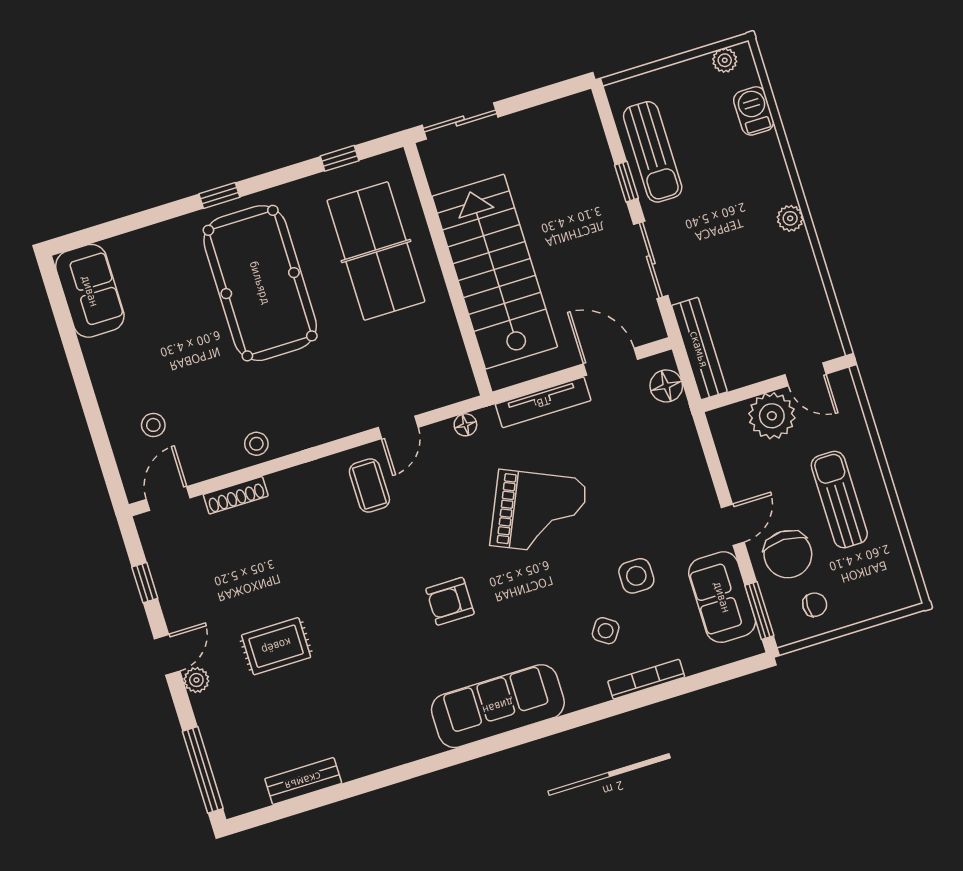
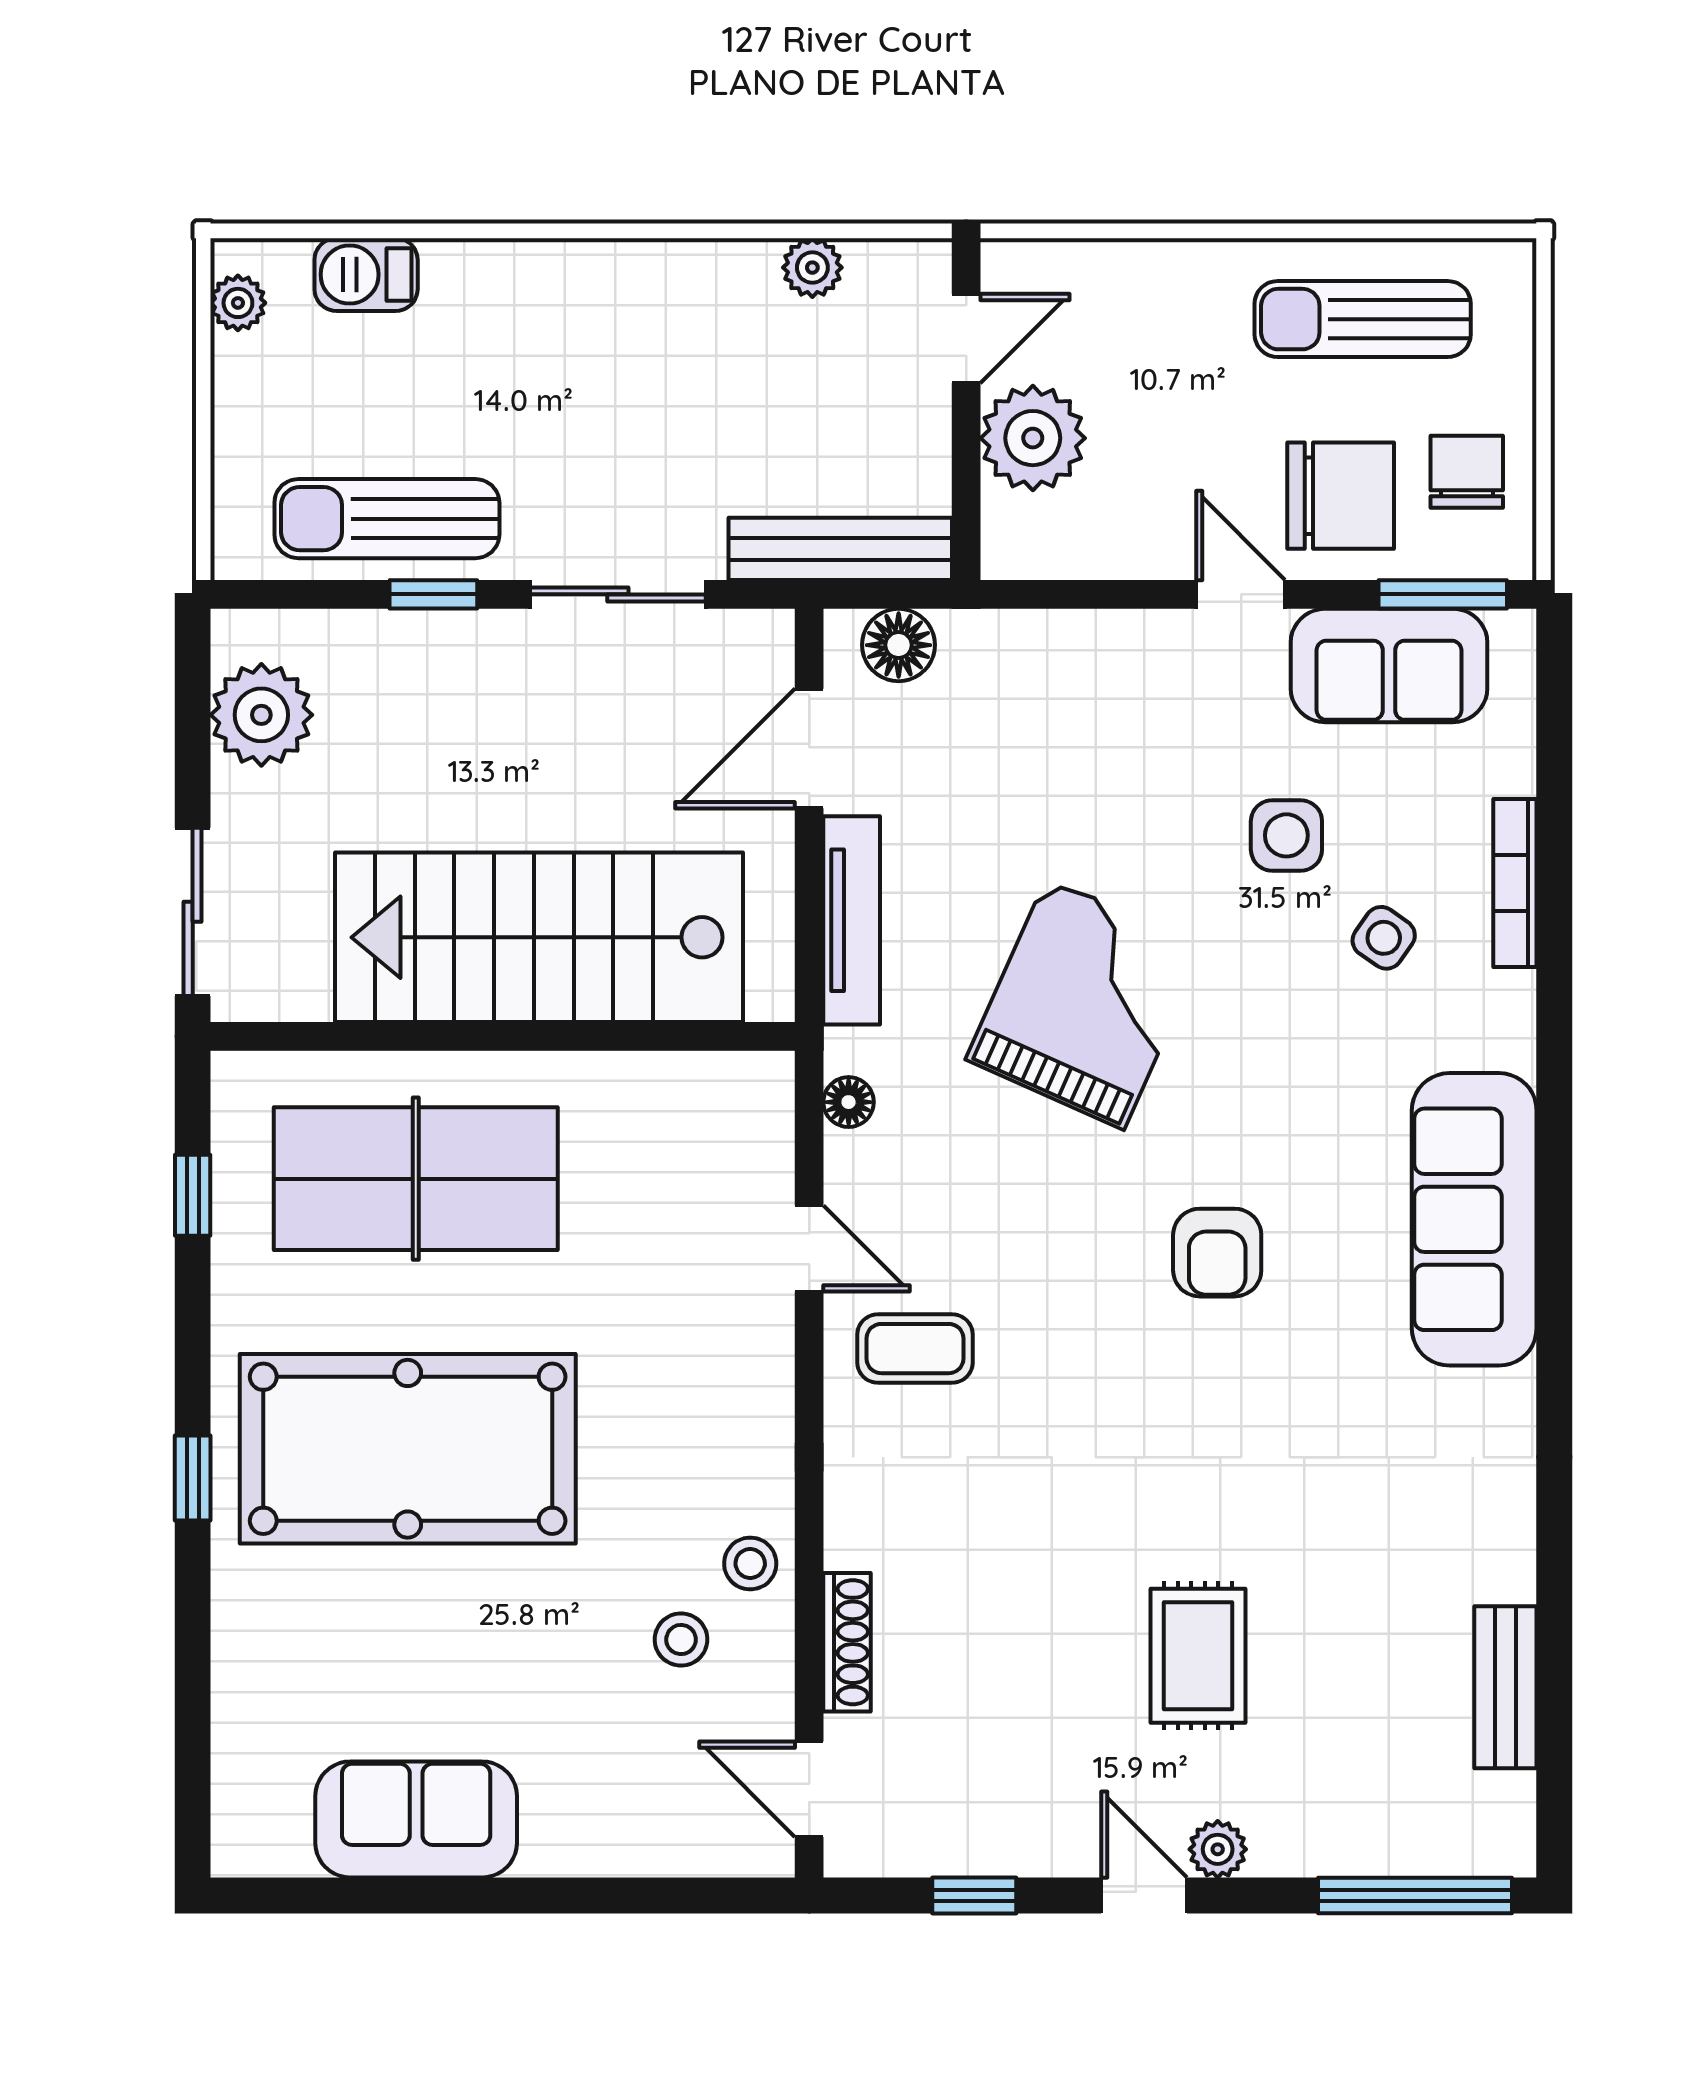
plant: (553, 124) -> (261, 715), added
sun lounger: (653, 152) -> (387, 519), turned 180
plant: (790, 218) -> (812, 268), moved
sofa: (90, 291) -> (416, 1819), moved
stool: (153, 425) -> (681, 1640), moved
sun lounger: (839, 500) -> (1363, 319), moved
chair: (815, 605) -> (1467, 472), width x1.37, depth x1.37

